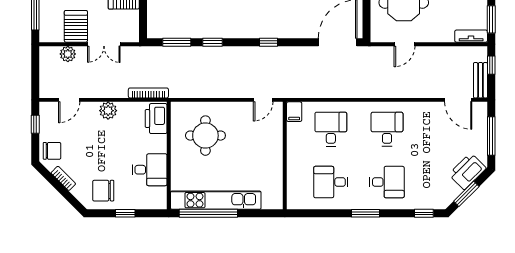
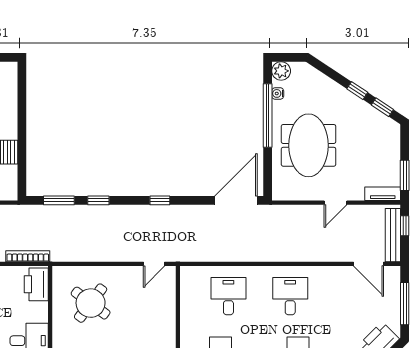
door: (405, 44) -> (336, 203), moved
bench: (480, 80) -> (393, 235), width x1.36
filing cabinet: (294, 112) -> (188, 277), removed
round table: (205, 136) -> (91, 303), turned 37

